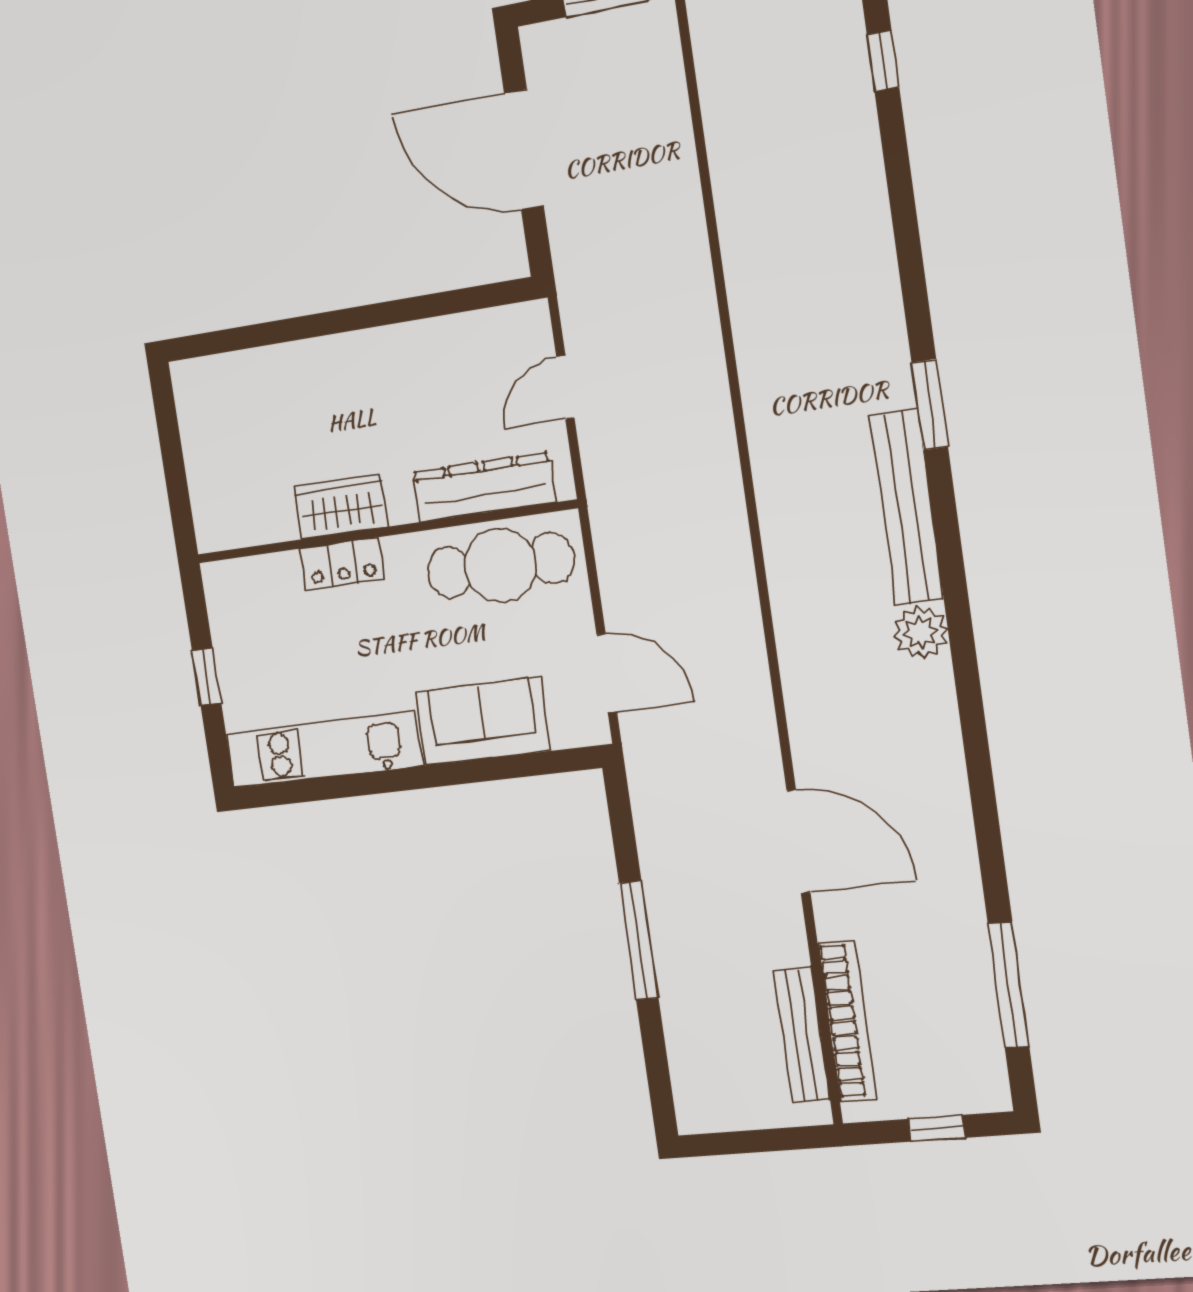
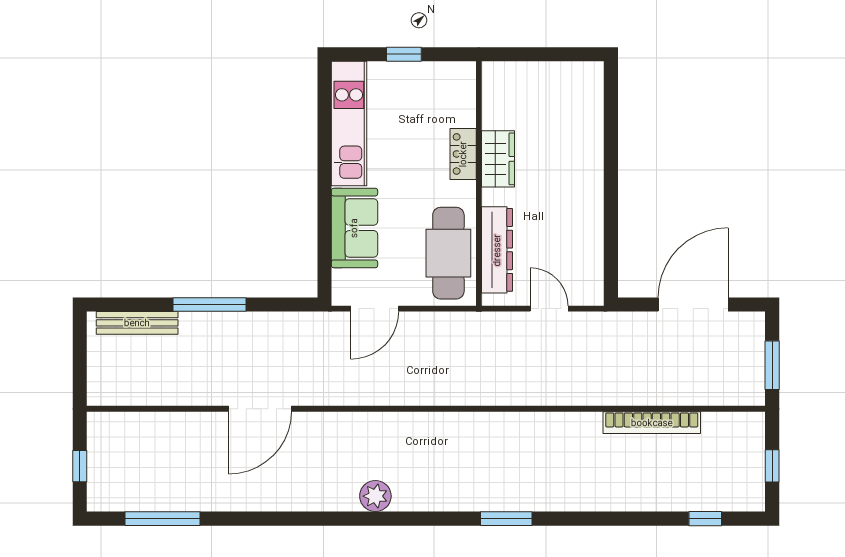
bench: (907, 507) -> (449, 498), removed
bookcase: (847, 1020) -> (652, 423), moved
bench: (802, 1035) -> (137, 323), moved

